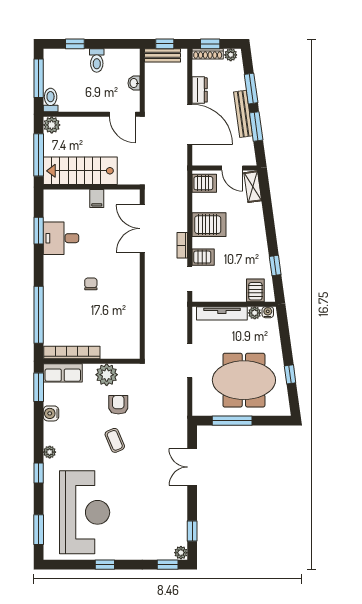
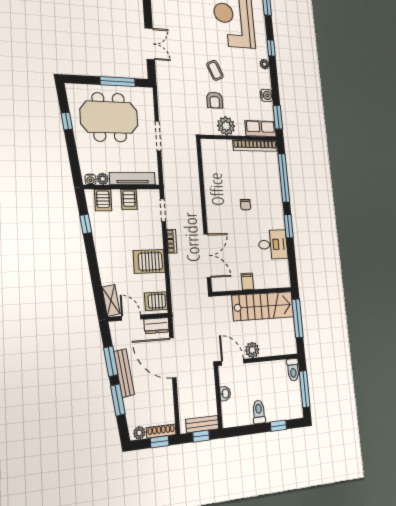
dresser: (200, 90) -> (157, 326), moved, turned -90
plant: (52, 125) -> (252, 350), moved
window: (39, 231) -> (289, 226), moved
server rack: (203, 257) -> (129, 199), moved, turned -90

